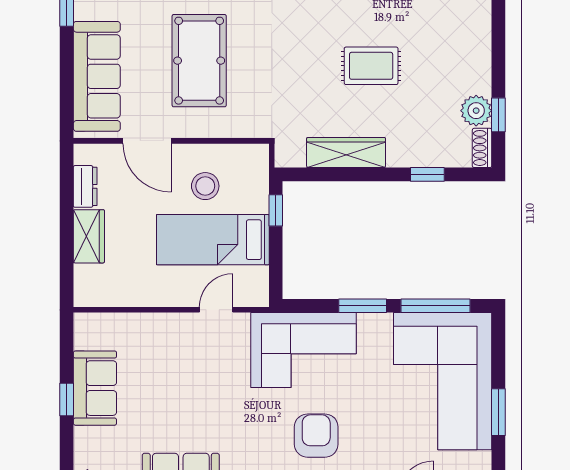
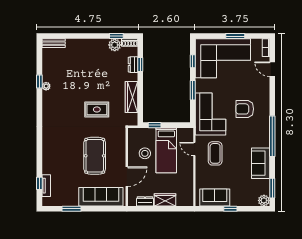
pool table: (199, 61) -> (95, 156), turned 90
rug: (371, 66) -> (97, 109), moved, turned 90
dresser: (427, 156) -> (133, 65), added
window: (435, 306) -> (193, 61), width x0.46
coffee table: (205, 362) -> (215, 153), added
sofa: (95, 388) -> (215, 197), moved

